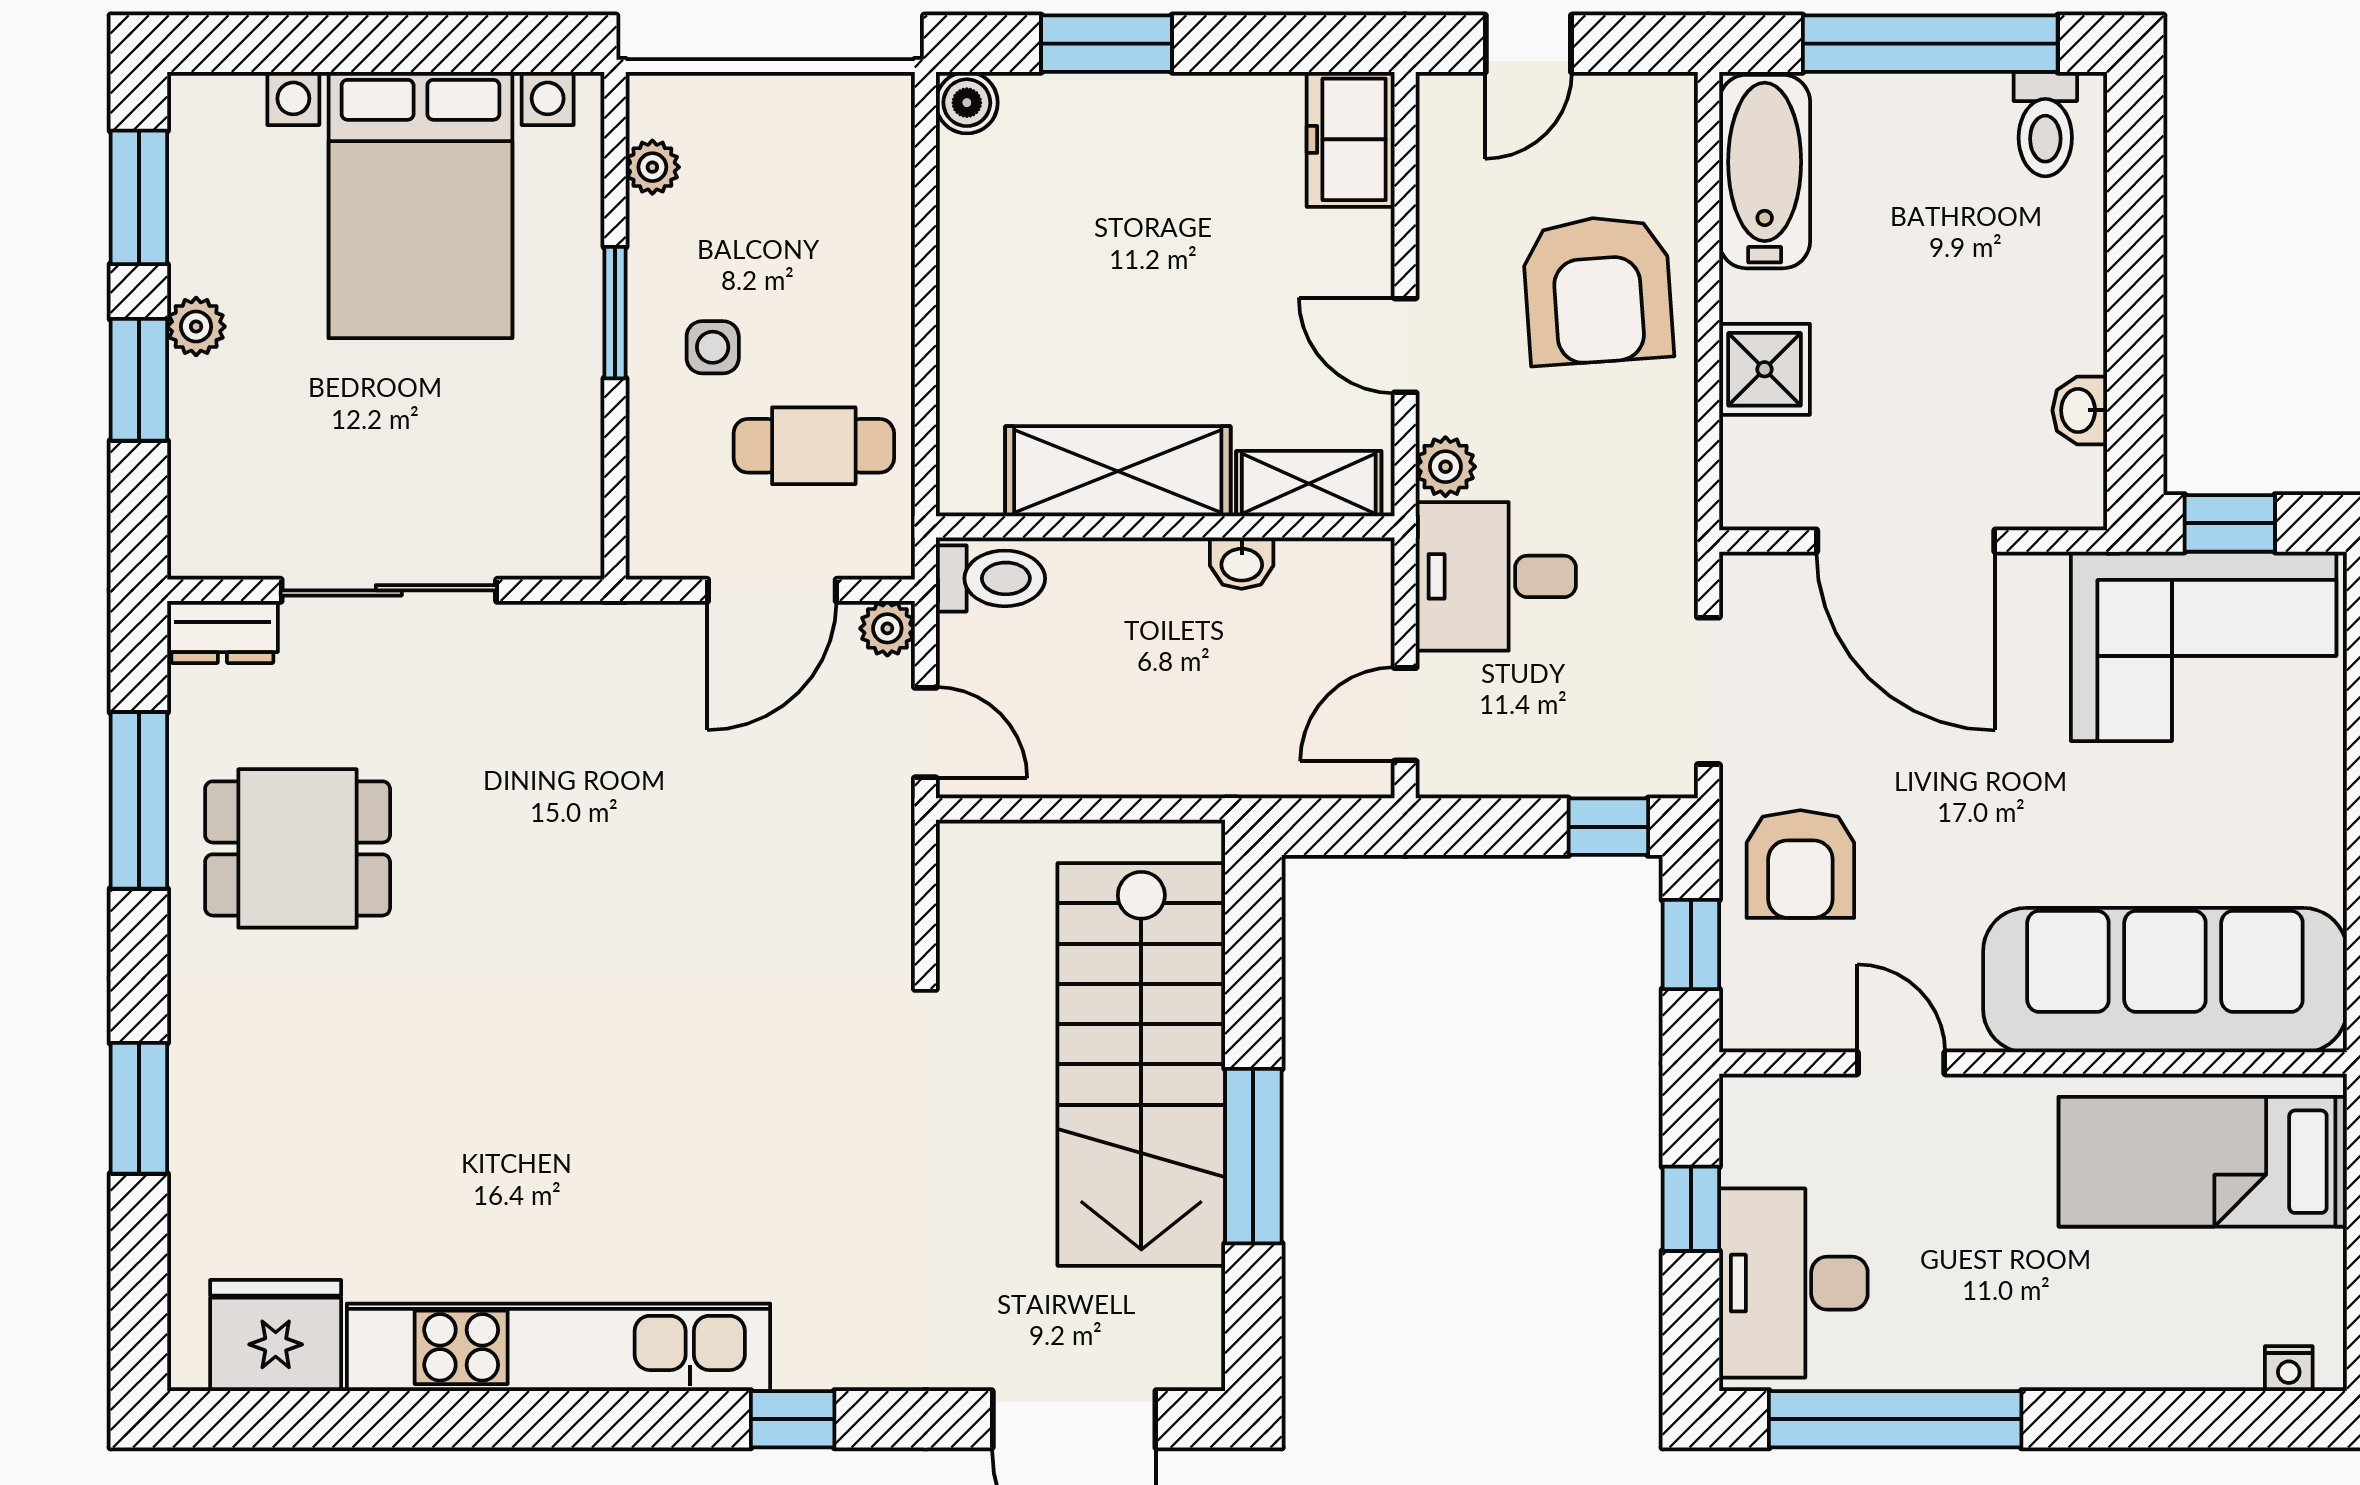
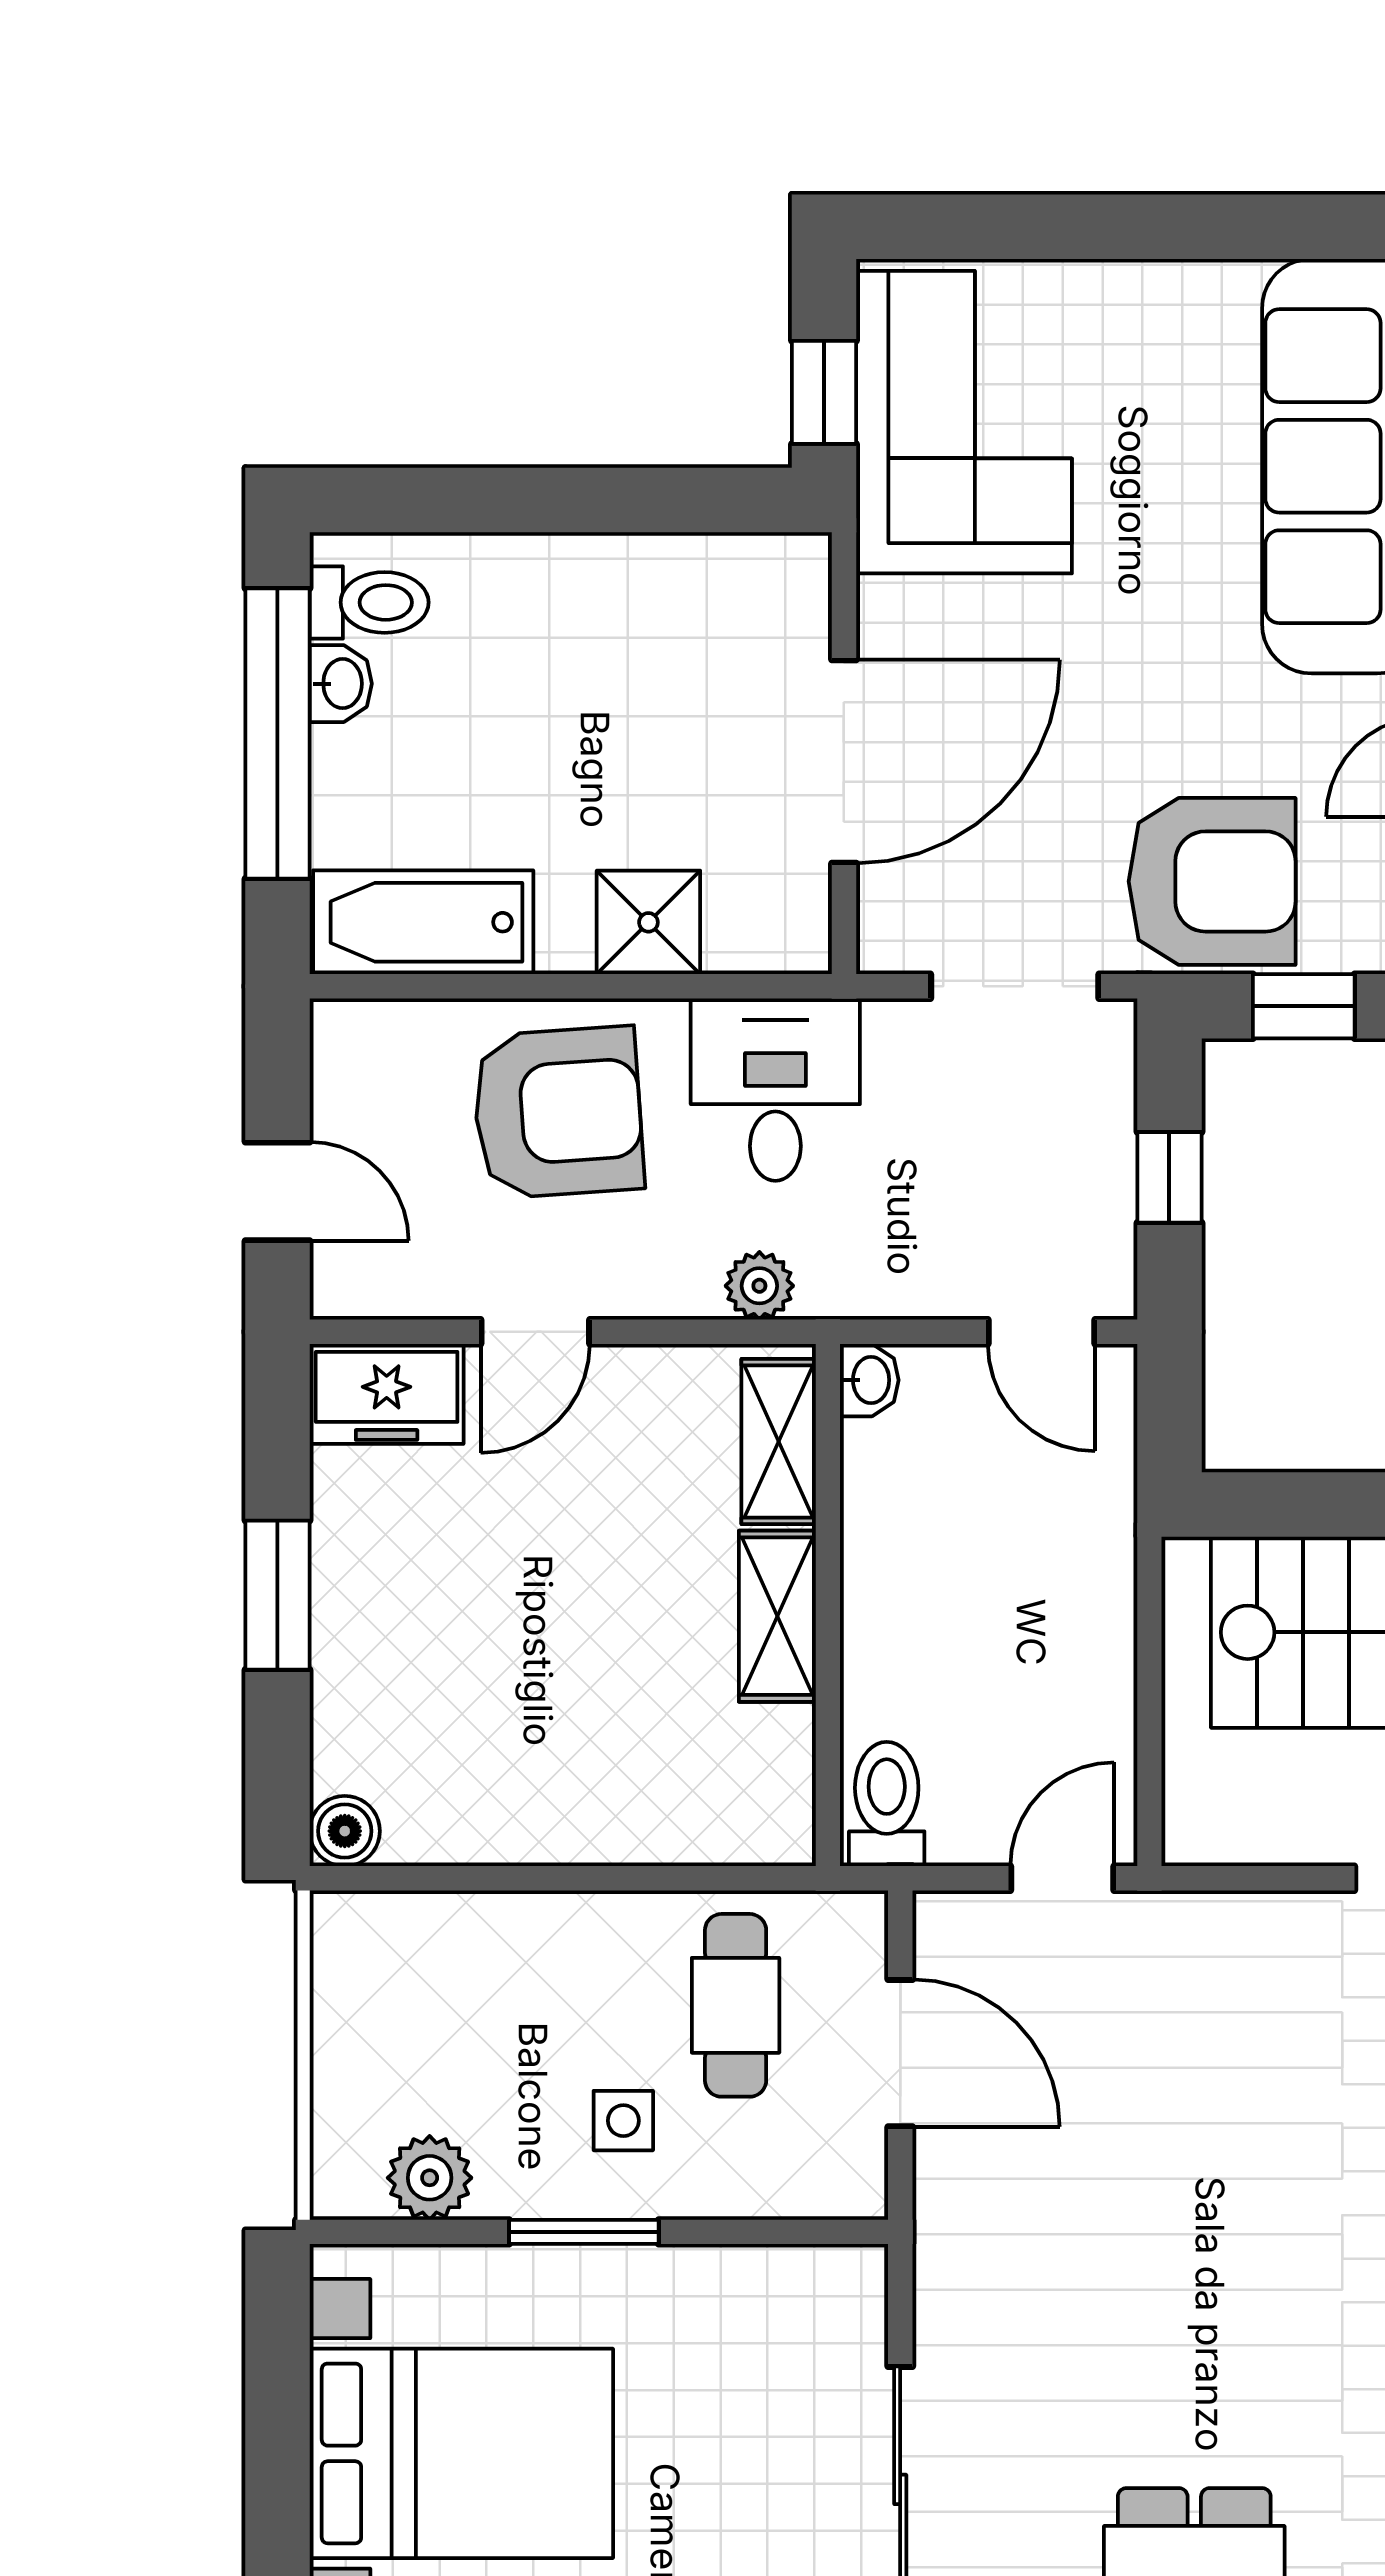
window: (1107, 44) -> (277, 1595), moved
plant: (652, 167) -> (430, 2178), width x1.38, depth x1.38
door: (1405, 345) -> (535, 1332), moved
washbasin: (2080, 410) -> (341, 684), moved, turned -90
shelving: (1118, 471) -> (777, 1616), width x0.67, depth x0.75
washbasin: (1242, 563) -> (869, 1380), moved
desk: (1496, 576) -> (775, 1090), moved, turned 180
plant: (887, 628) -> (944, 1922), removed
window: (1608, 827) -> (1169, 1177), moved
armchair: (1800, 864) -> (1212, 881), width x1.36, depth x1.36

